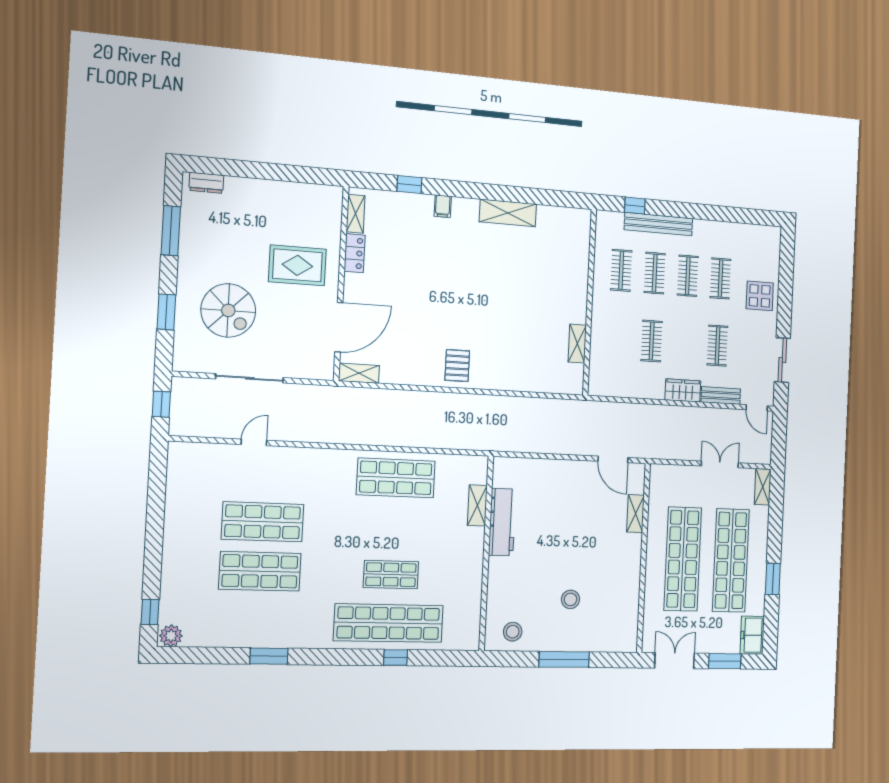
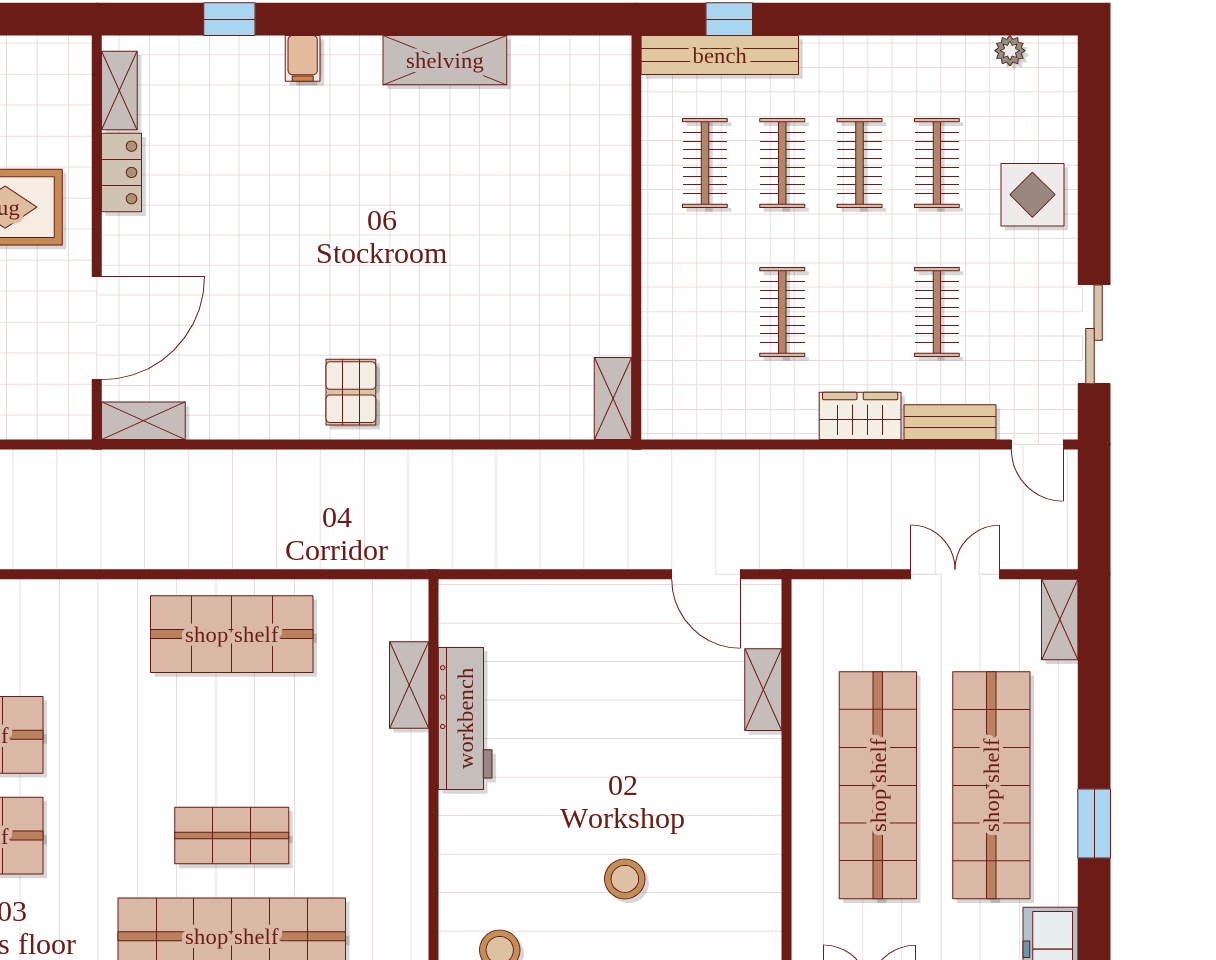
bench: (659, 224) -> (720, 55), moved
plant: (753, 231) -> (1010, 51), added
shelving: (577, 344) -> (613, 398), moved

